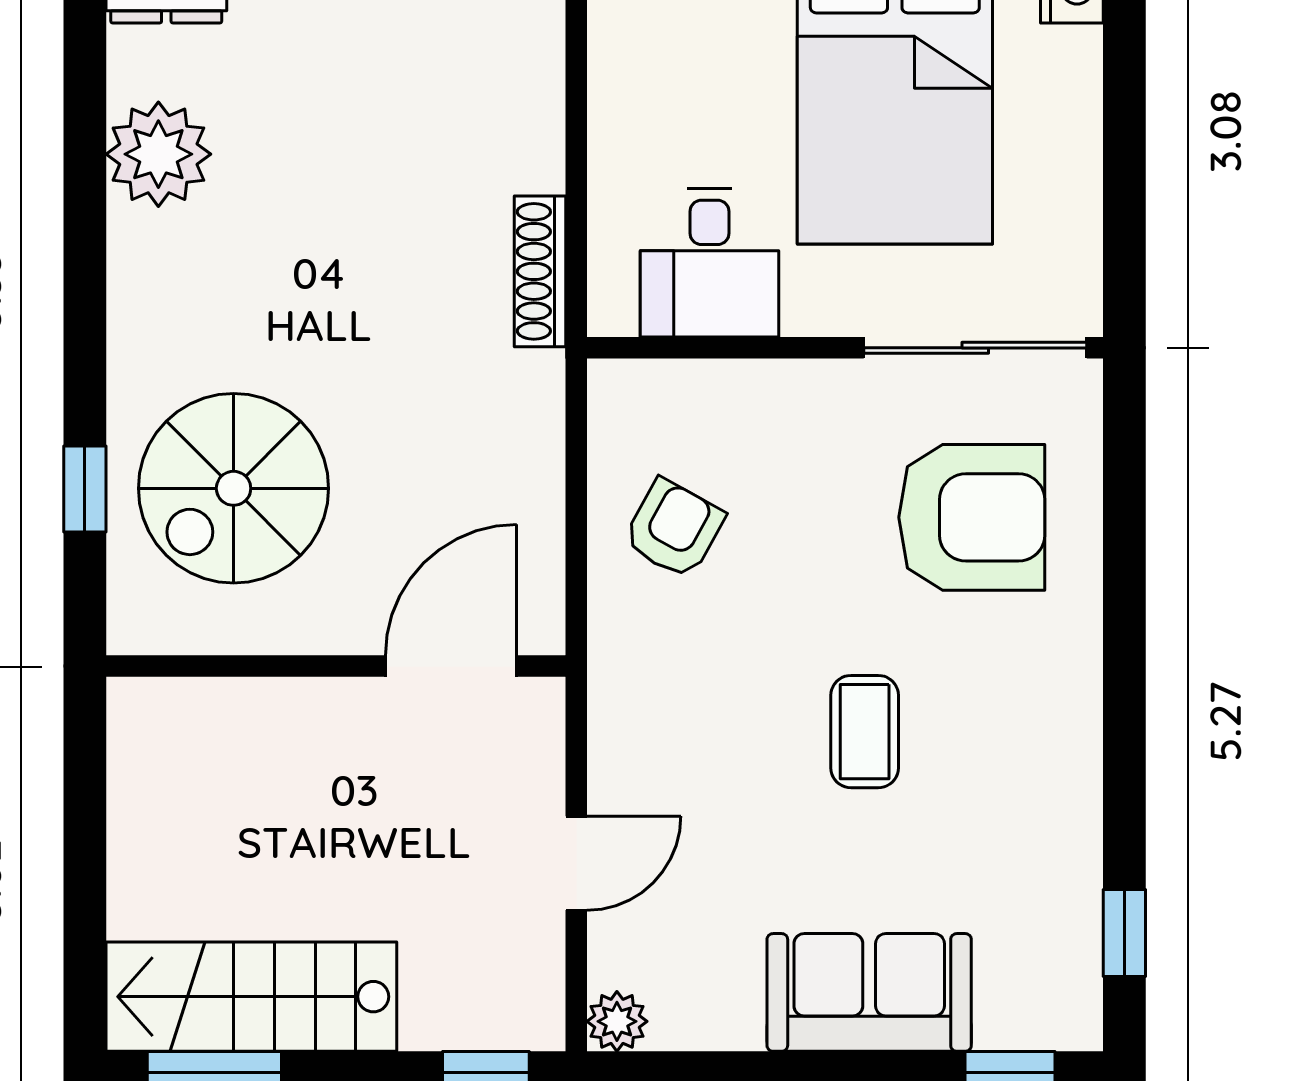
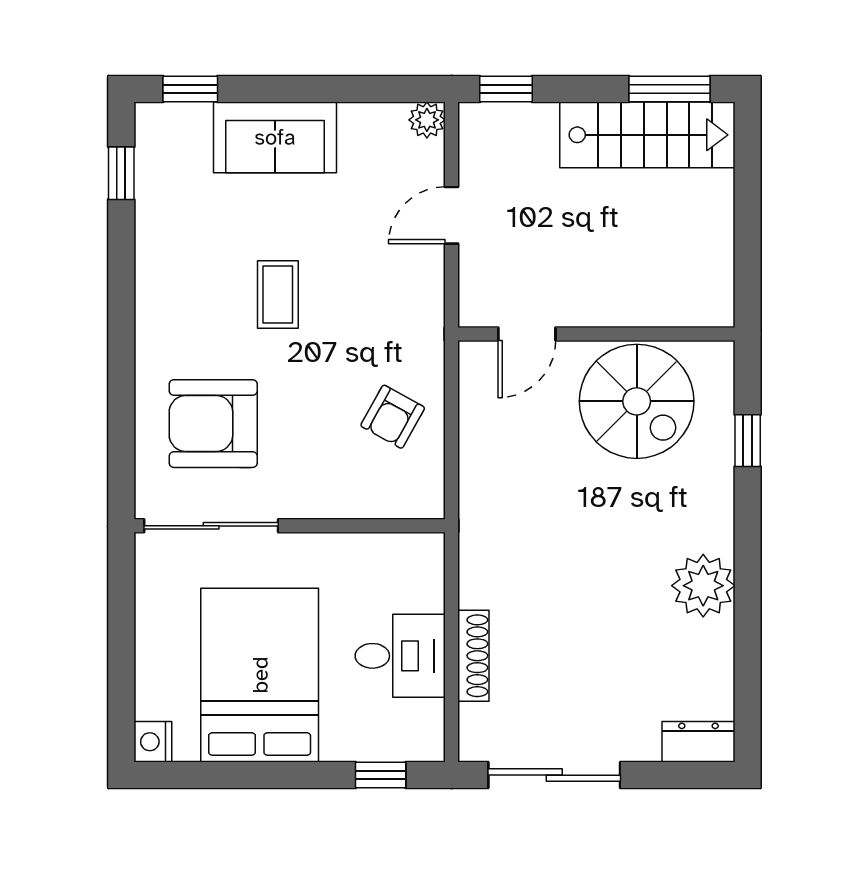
plant: (158, 154) -> (703, 586), moved
desk: (709, 263) -> (400, 656), moved, turned 90
shoe rack: (540, 271) -> (473, 656), moved
spiral stairs: (234, 488) -> (637, 401), moved, turned 90
door: (451, 666) -> (527, 334), width x0.73

